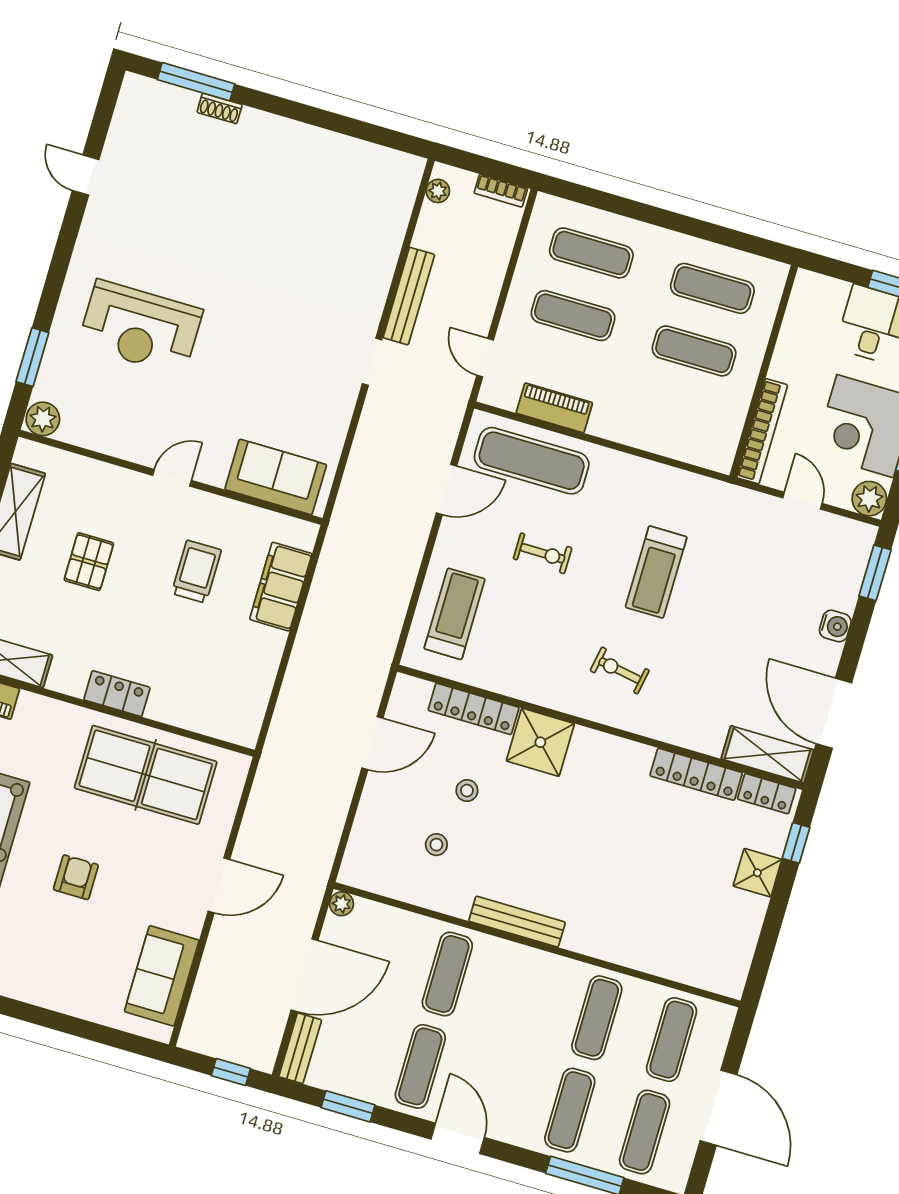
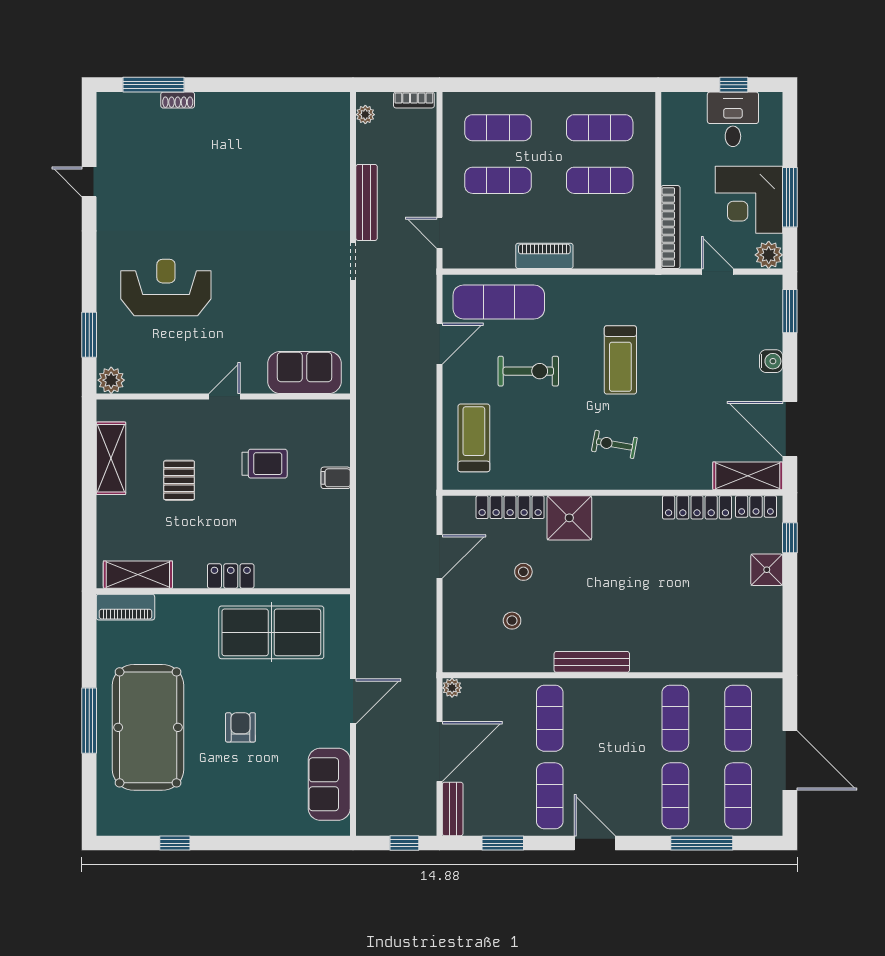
reception desk: (140, 328) -> (166, 288), turned 180
piano: (554, 408) -> (544, 256), moved
exercise bike: (543, 553) -> (528, 371), width x1.38, depth x1.39
trolley: (196, 572) -> (265, 464), turned 90
filing cabinet: (281, 587) -> (336, 478), width x0.33, depth x0.86

